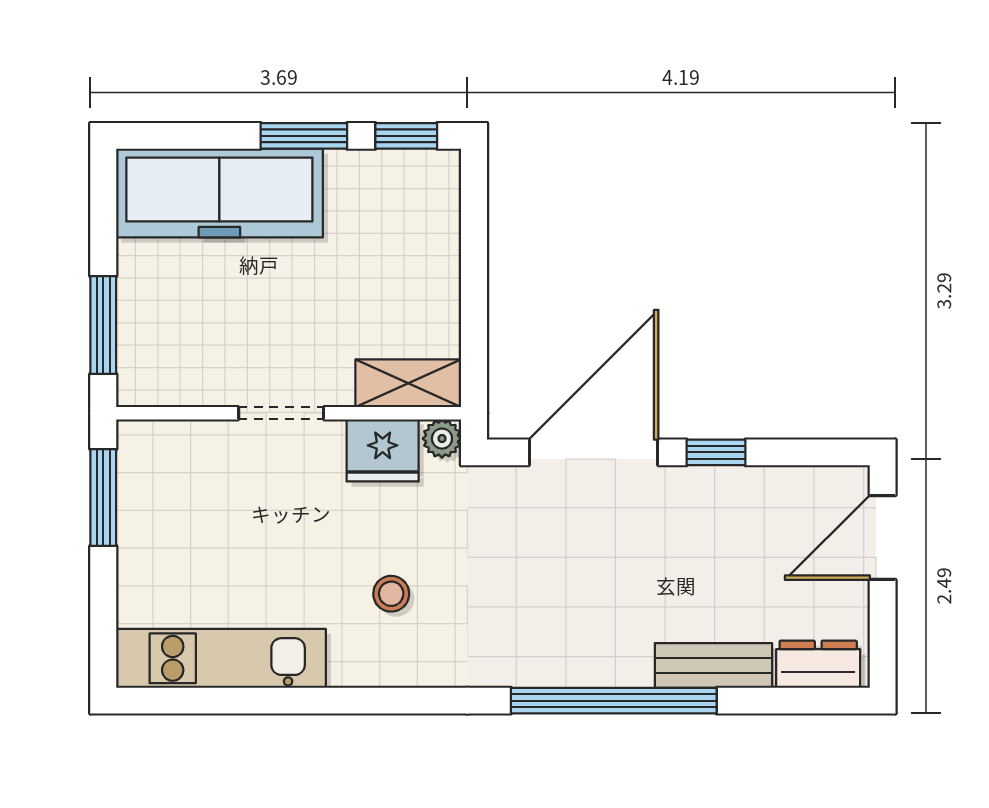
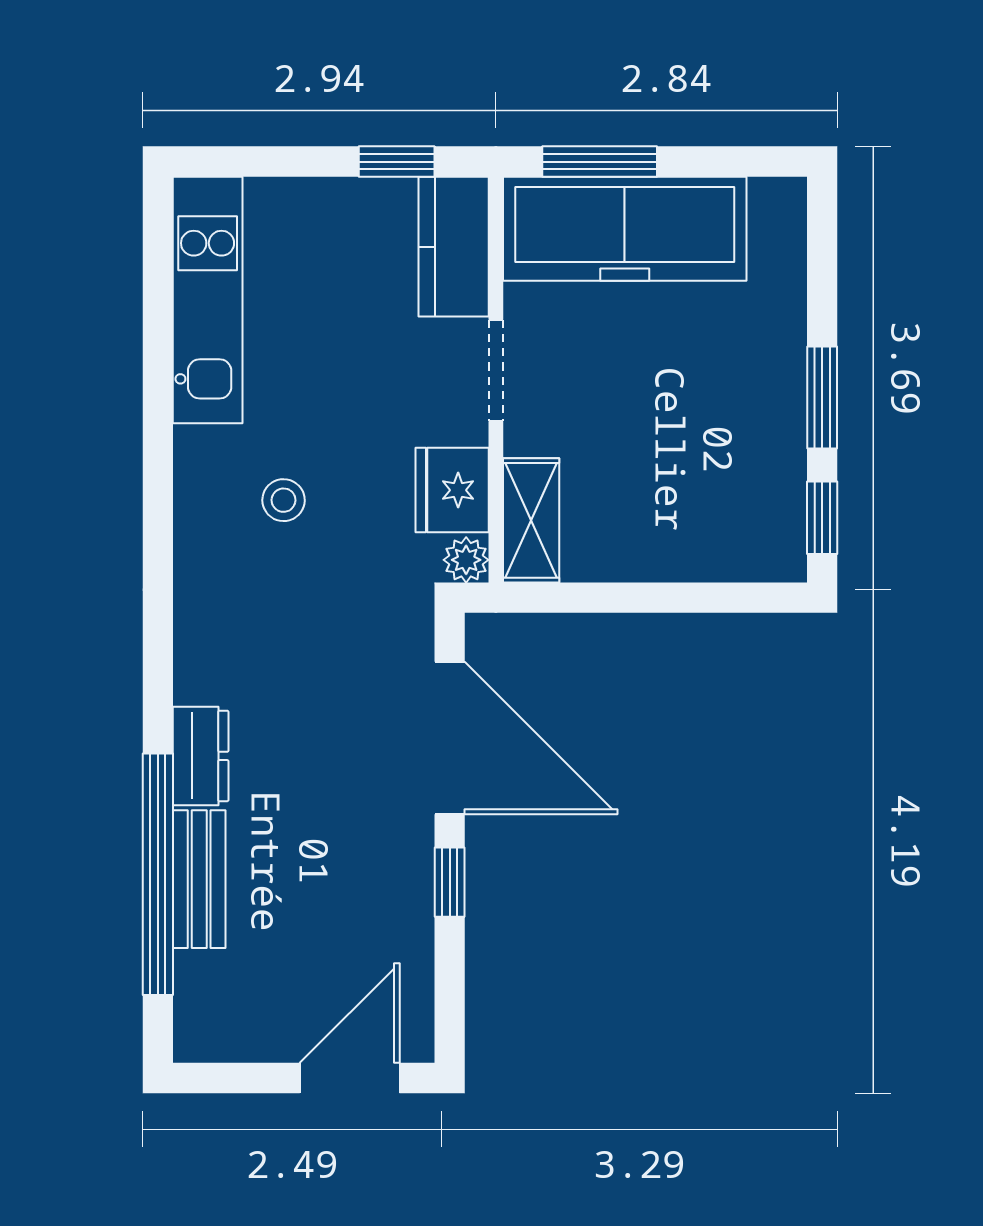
freezer: (219, 193) -> (625, 229), moved, turned -90
kitchen counter: (176, 449) -> (454, 247), added
window: (103, 498) -> (397, 162), width x0.67
door: (883, 538) -> (350, 1078), hinge flipped
dresser: (818, 664) -> (201, 756), moved
window: (614, 701) -> (158, 874), moved

